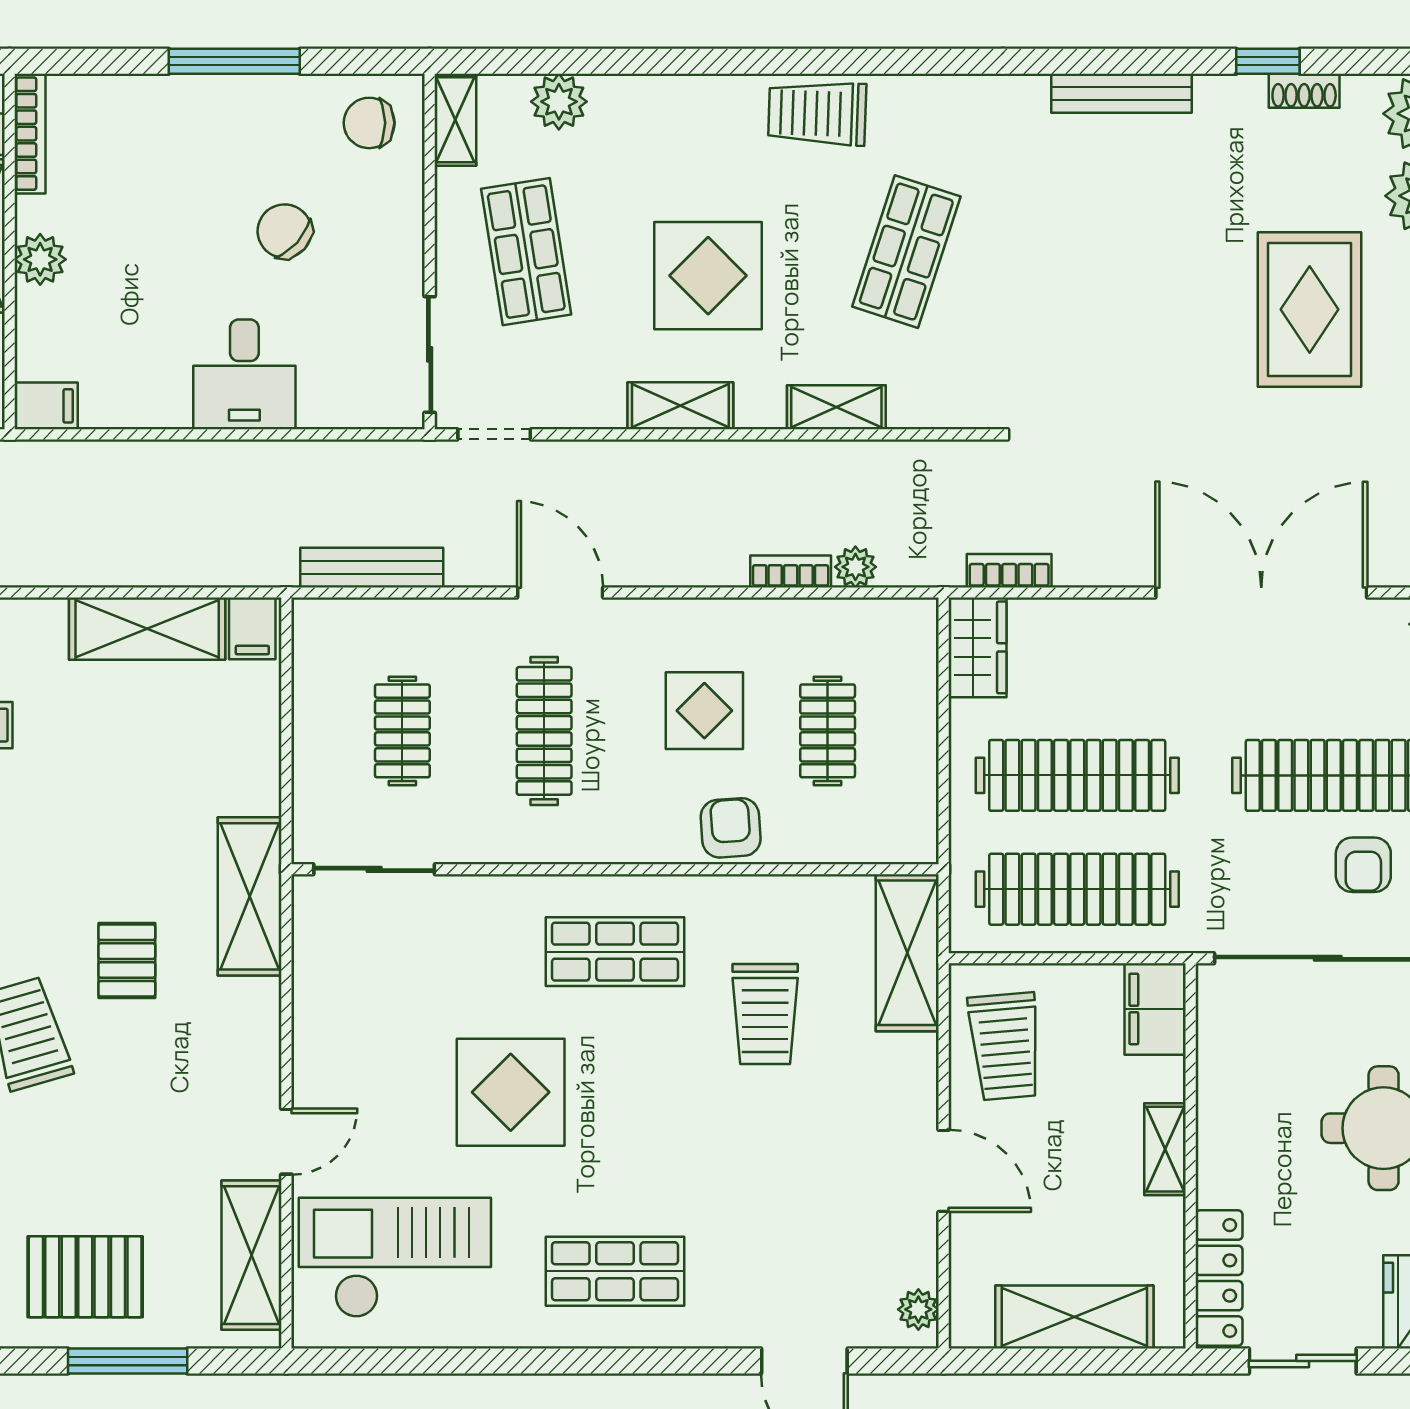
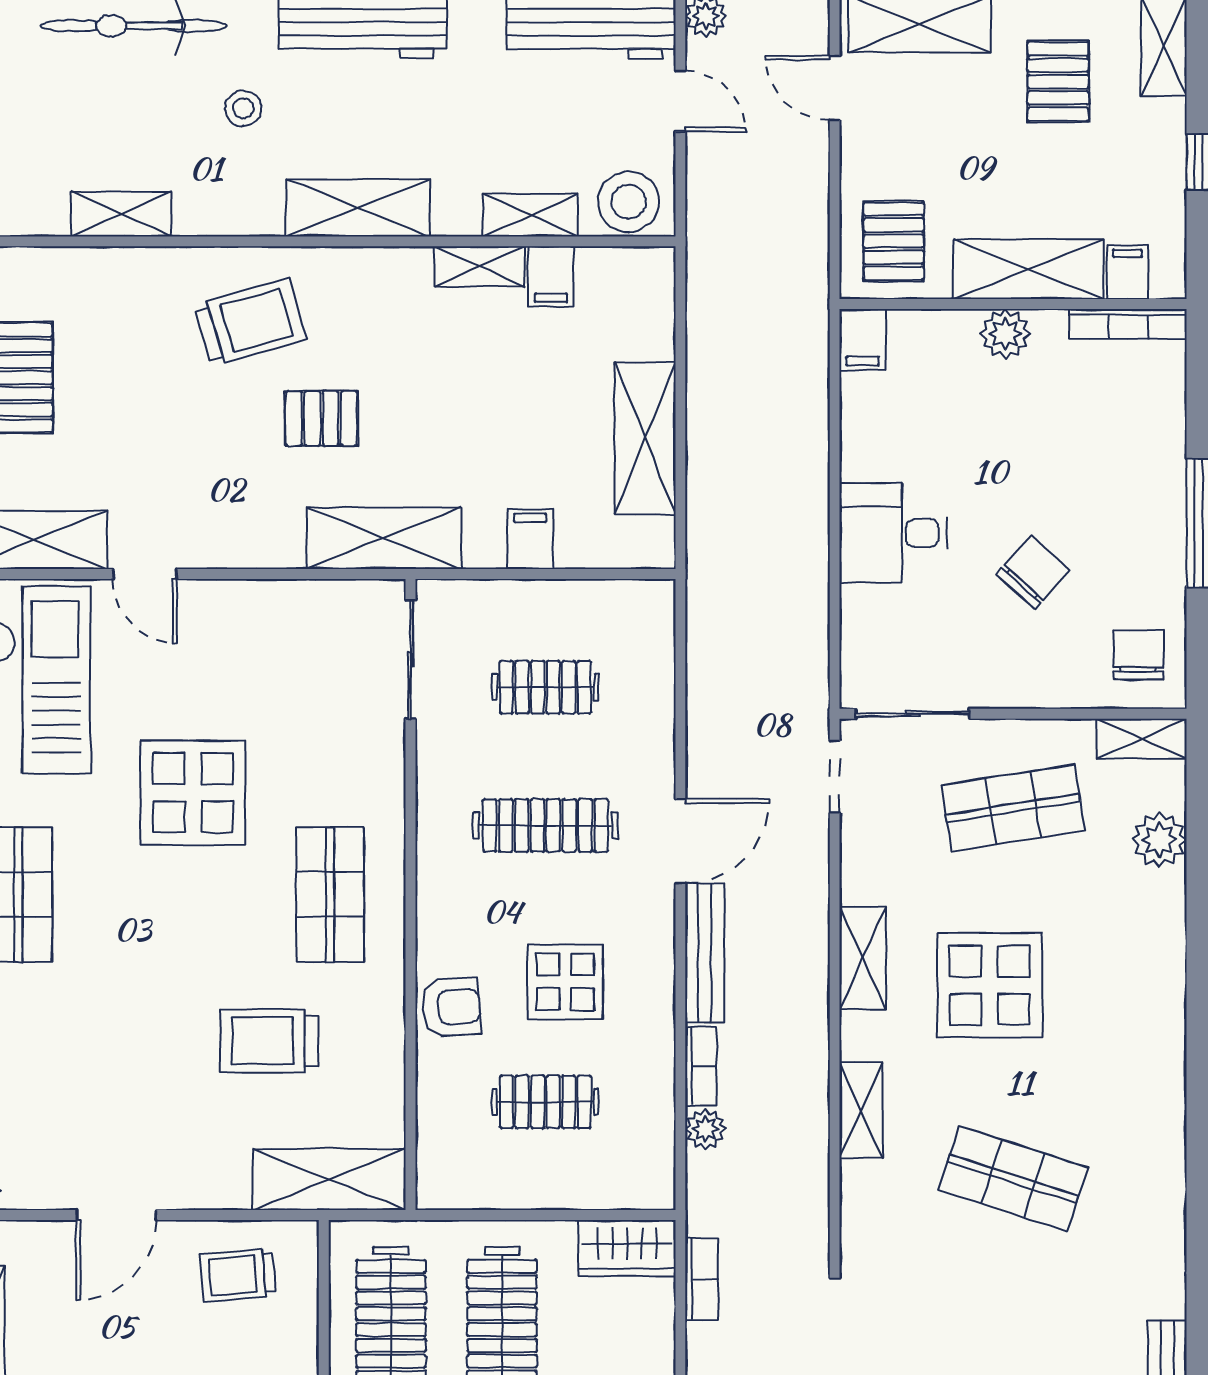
trolley: (817, 113) -> (1148, 1092), removed
bench: (372, 568) -> (705, 953), moved
filing cabinet: (252, 628) -> (530, 539), moved, turned 90
trolley: (1005, 1046) -> (238, 1275), width x0.73, depth x0.72

